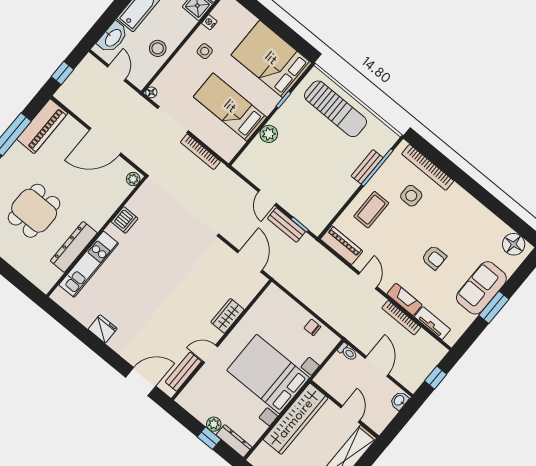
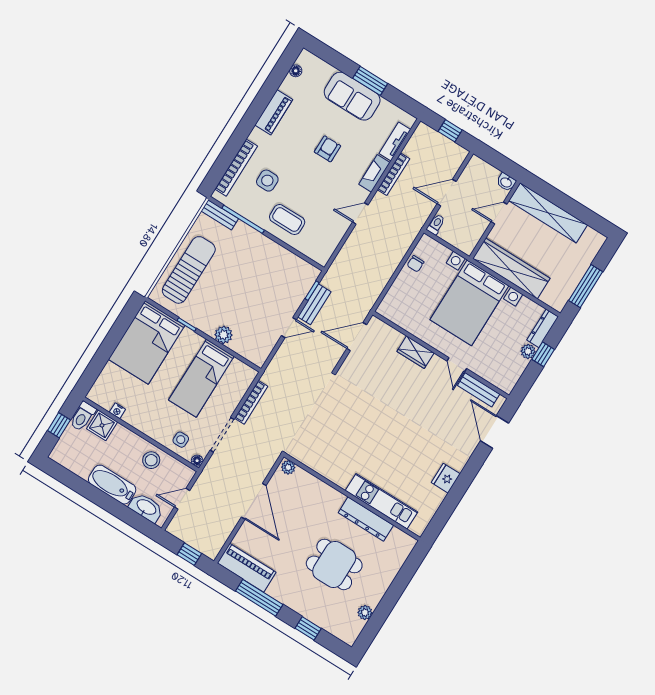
side table: (205, 51) -> (181, 440), moved
bench: (367, 167) -> (220, 215), moved
dishwasher: (125, 220) -> (331, 471), removed
floor lamp: (514, 244) -> (296, 71), width x0.53, depth x0.53
piano: (342, 245) -> (274, 112), moved, turned 180
washbasin: (399, 401) -> (506, 182), moved

